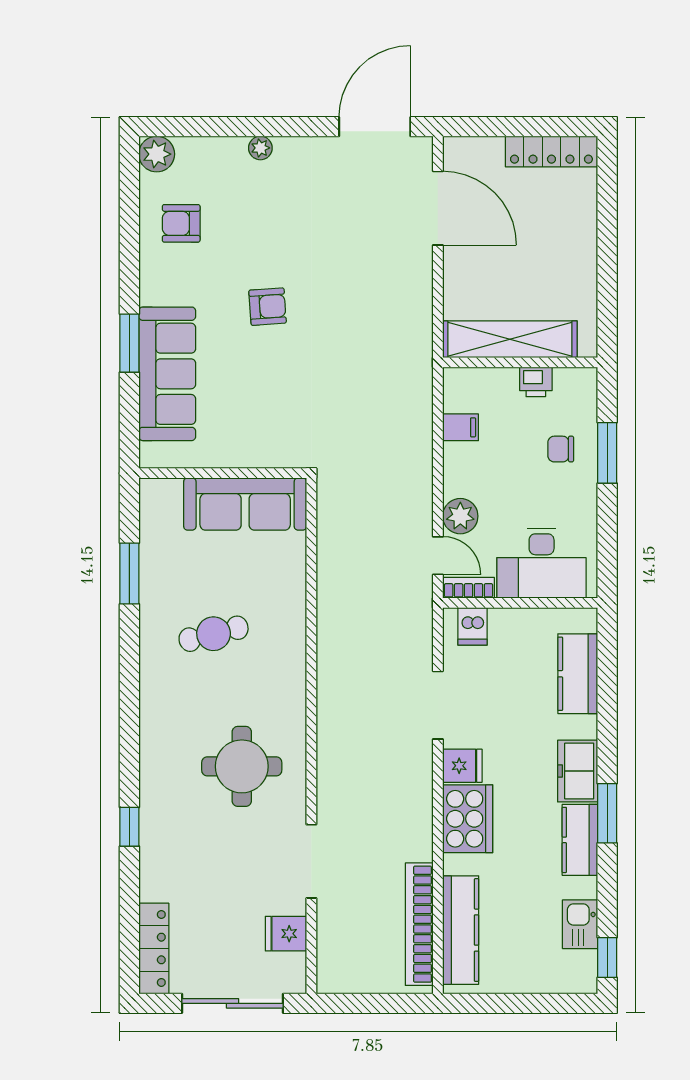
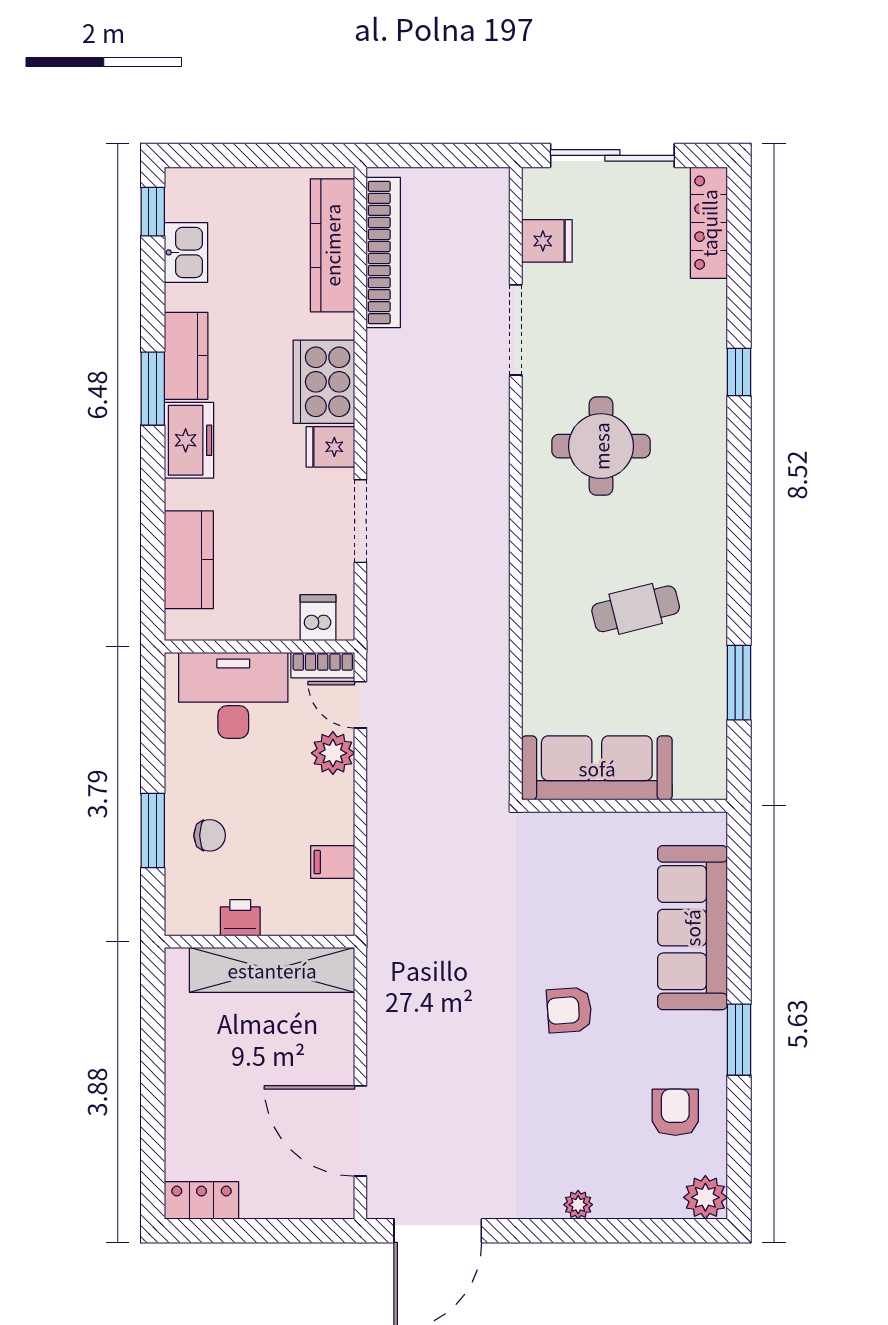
locker: (551, 151) -> (201, 1200), width x0.66
armchair: (181, 223) -> (675, 1112), turned -90
window: (129, 343) -> (739, 1040), moved

